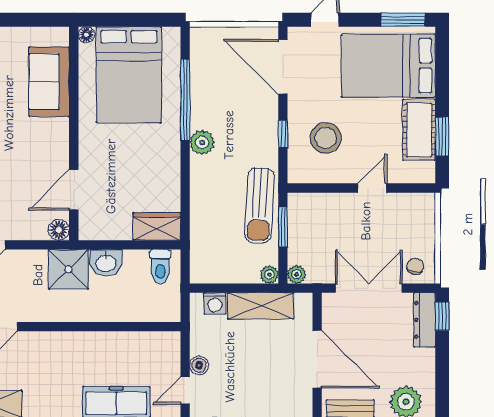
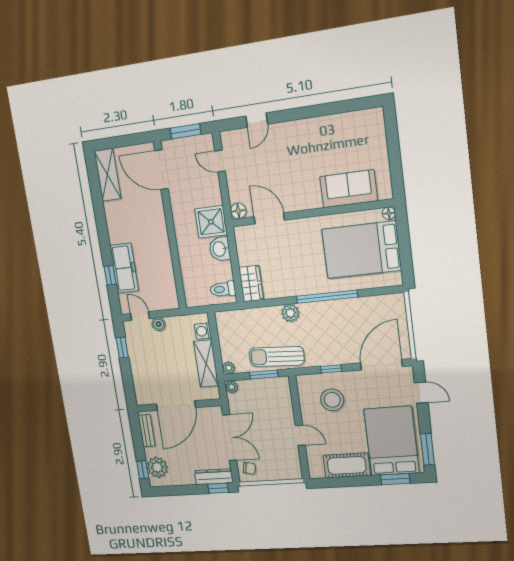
window: (185, 100) -> (327, 297), moved
window: (442, 137) -> (395, 479), moved
plant: (202, 142) -> (290, 313), moved

